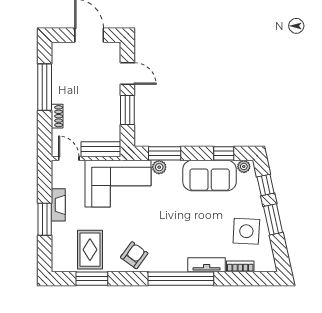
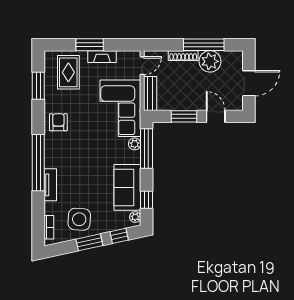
door: (127, 73) -> (216, 116), swing flipped
plant: (64, 80) -> (210, 61), added
shoe rack: (57, 116) -> (183, 56), width x1.43
window: (165, 153) -> (146, 149), width x1.44
rug: (90, 250) -> (68, 72), moved, turned 90
armchair: (134, 255) -> (58, 122), turned -126
bookcase: (240, 266) -> (49, 227), moved

